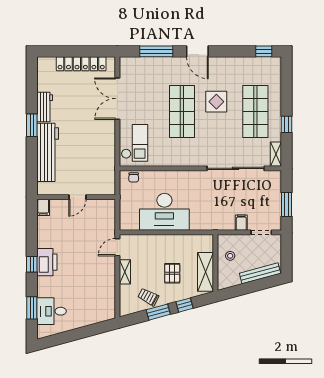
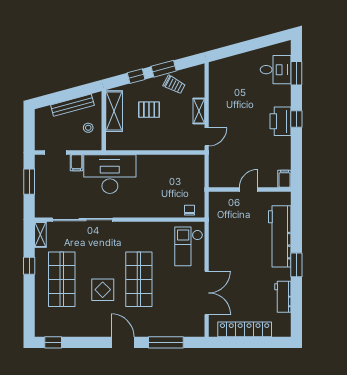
workbench: (45, 107) -> (283, 297), moved
desk: (164, 212) -> (110, 174), moved
pallet: (172, 273) -> (149, 110), turned 90
bench: (260, 273) -> (72, 105), moved

